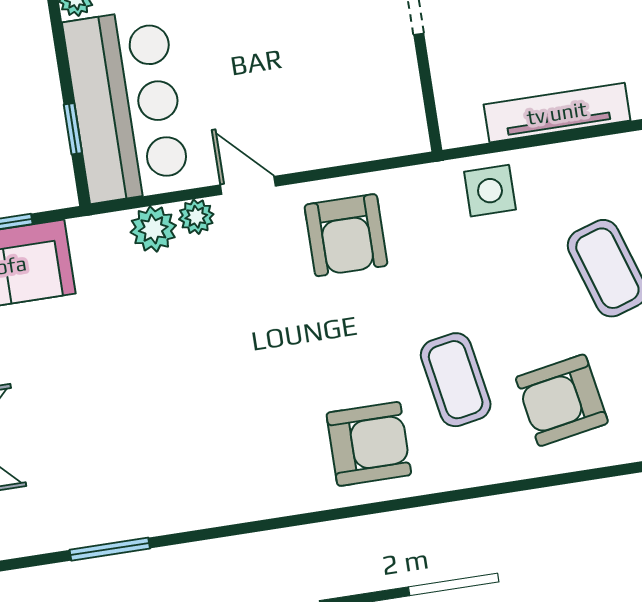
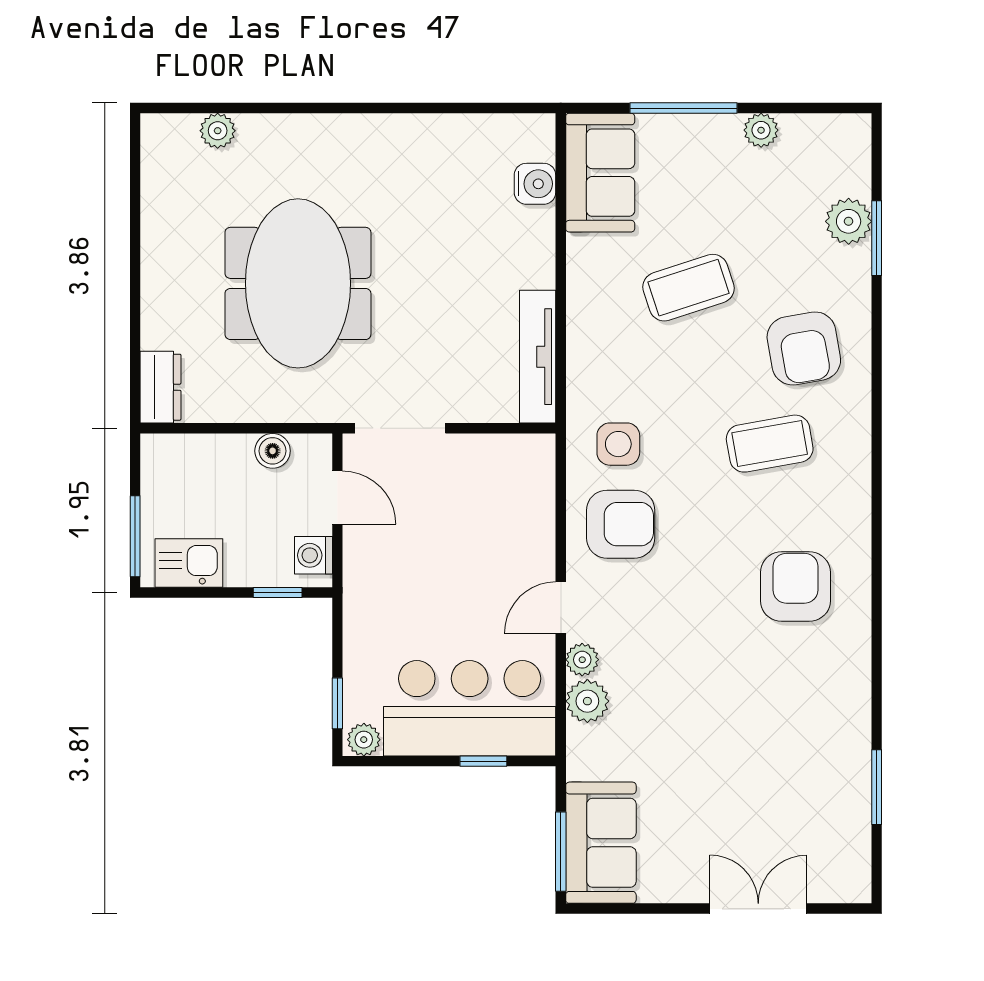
tv unit: (557, 113) -> (538, 357), moved
side table: (490, 191) -> (618, 444), moved
armchair: (369, 444) -> (795, 587), moved

